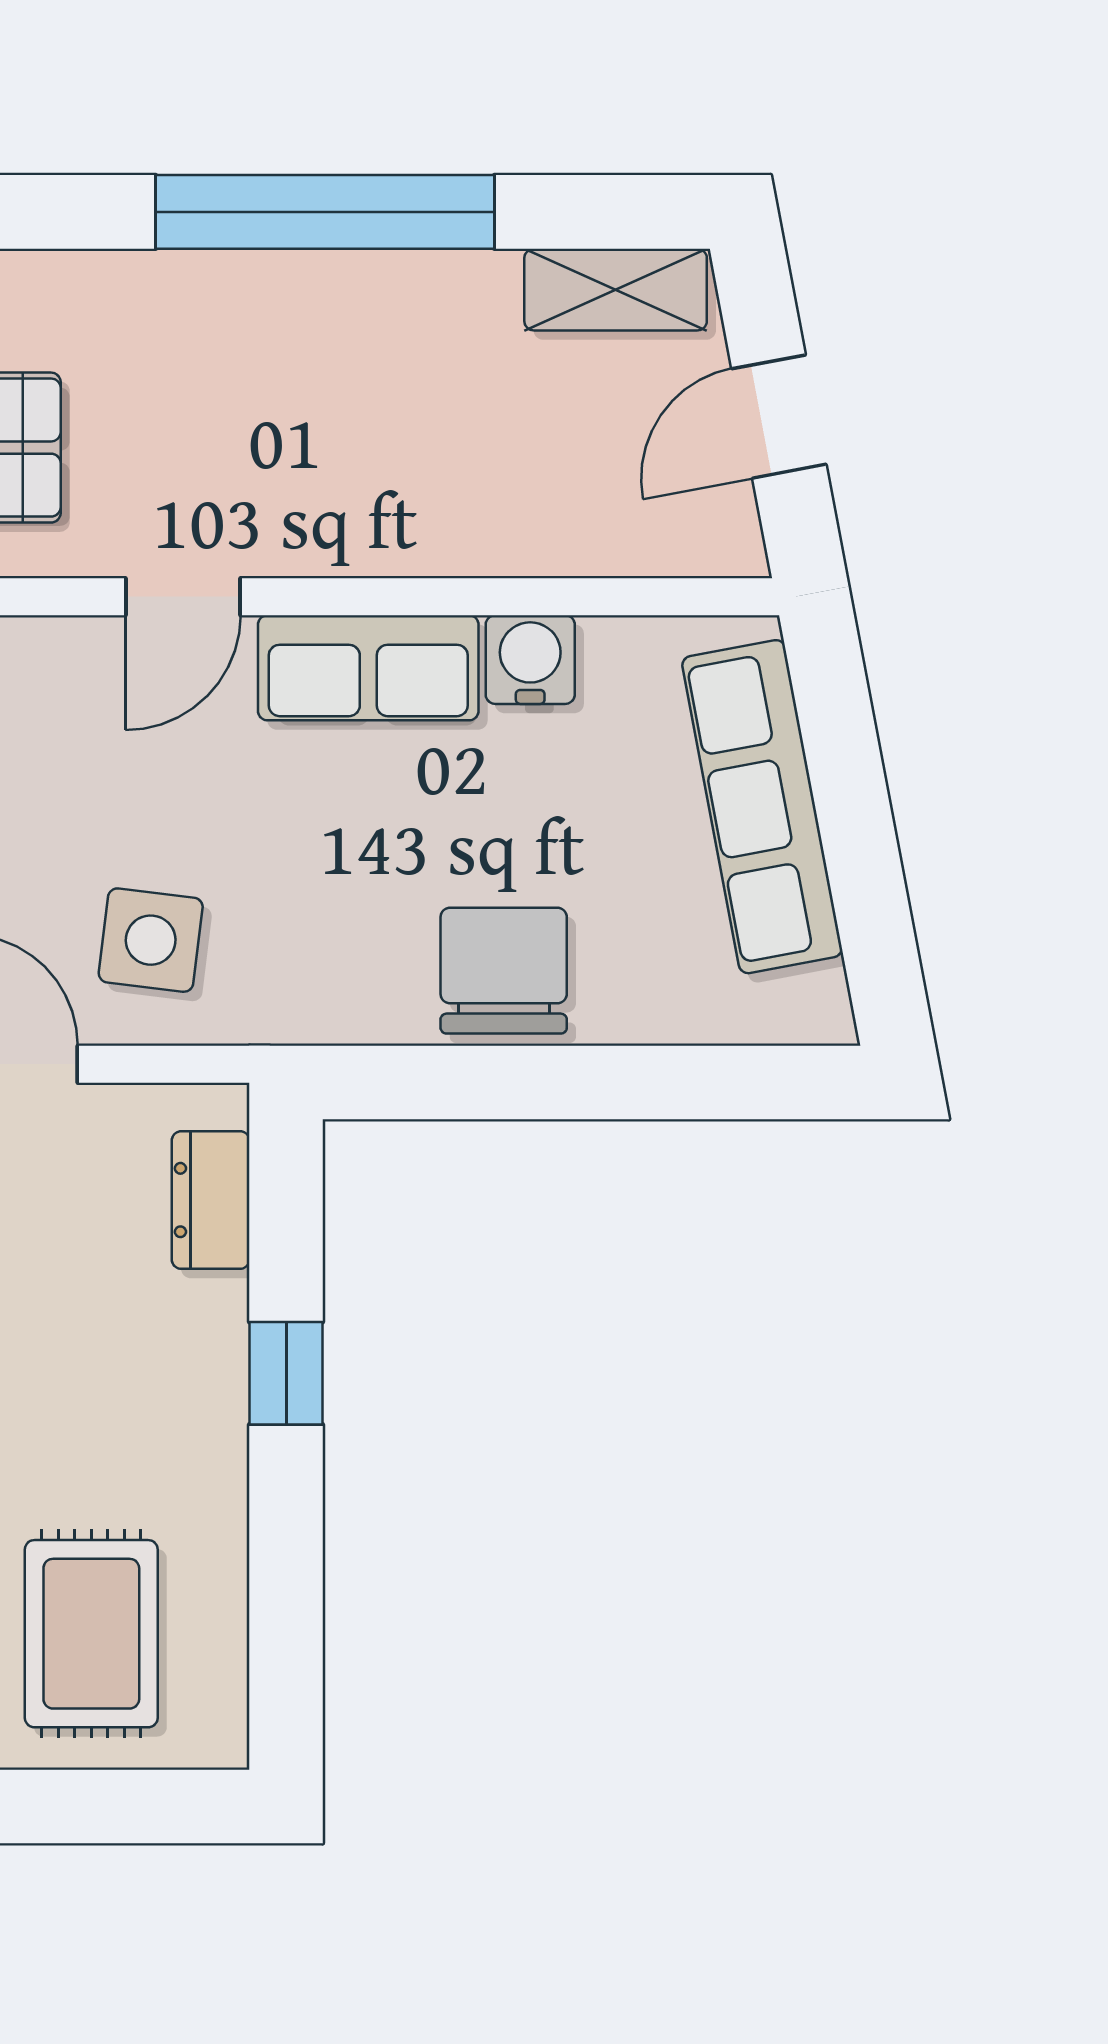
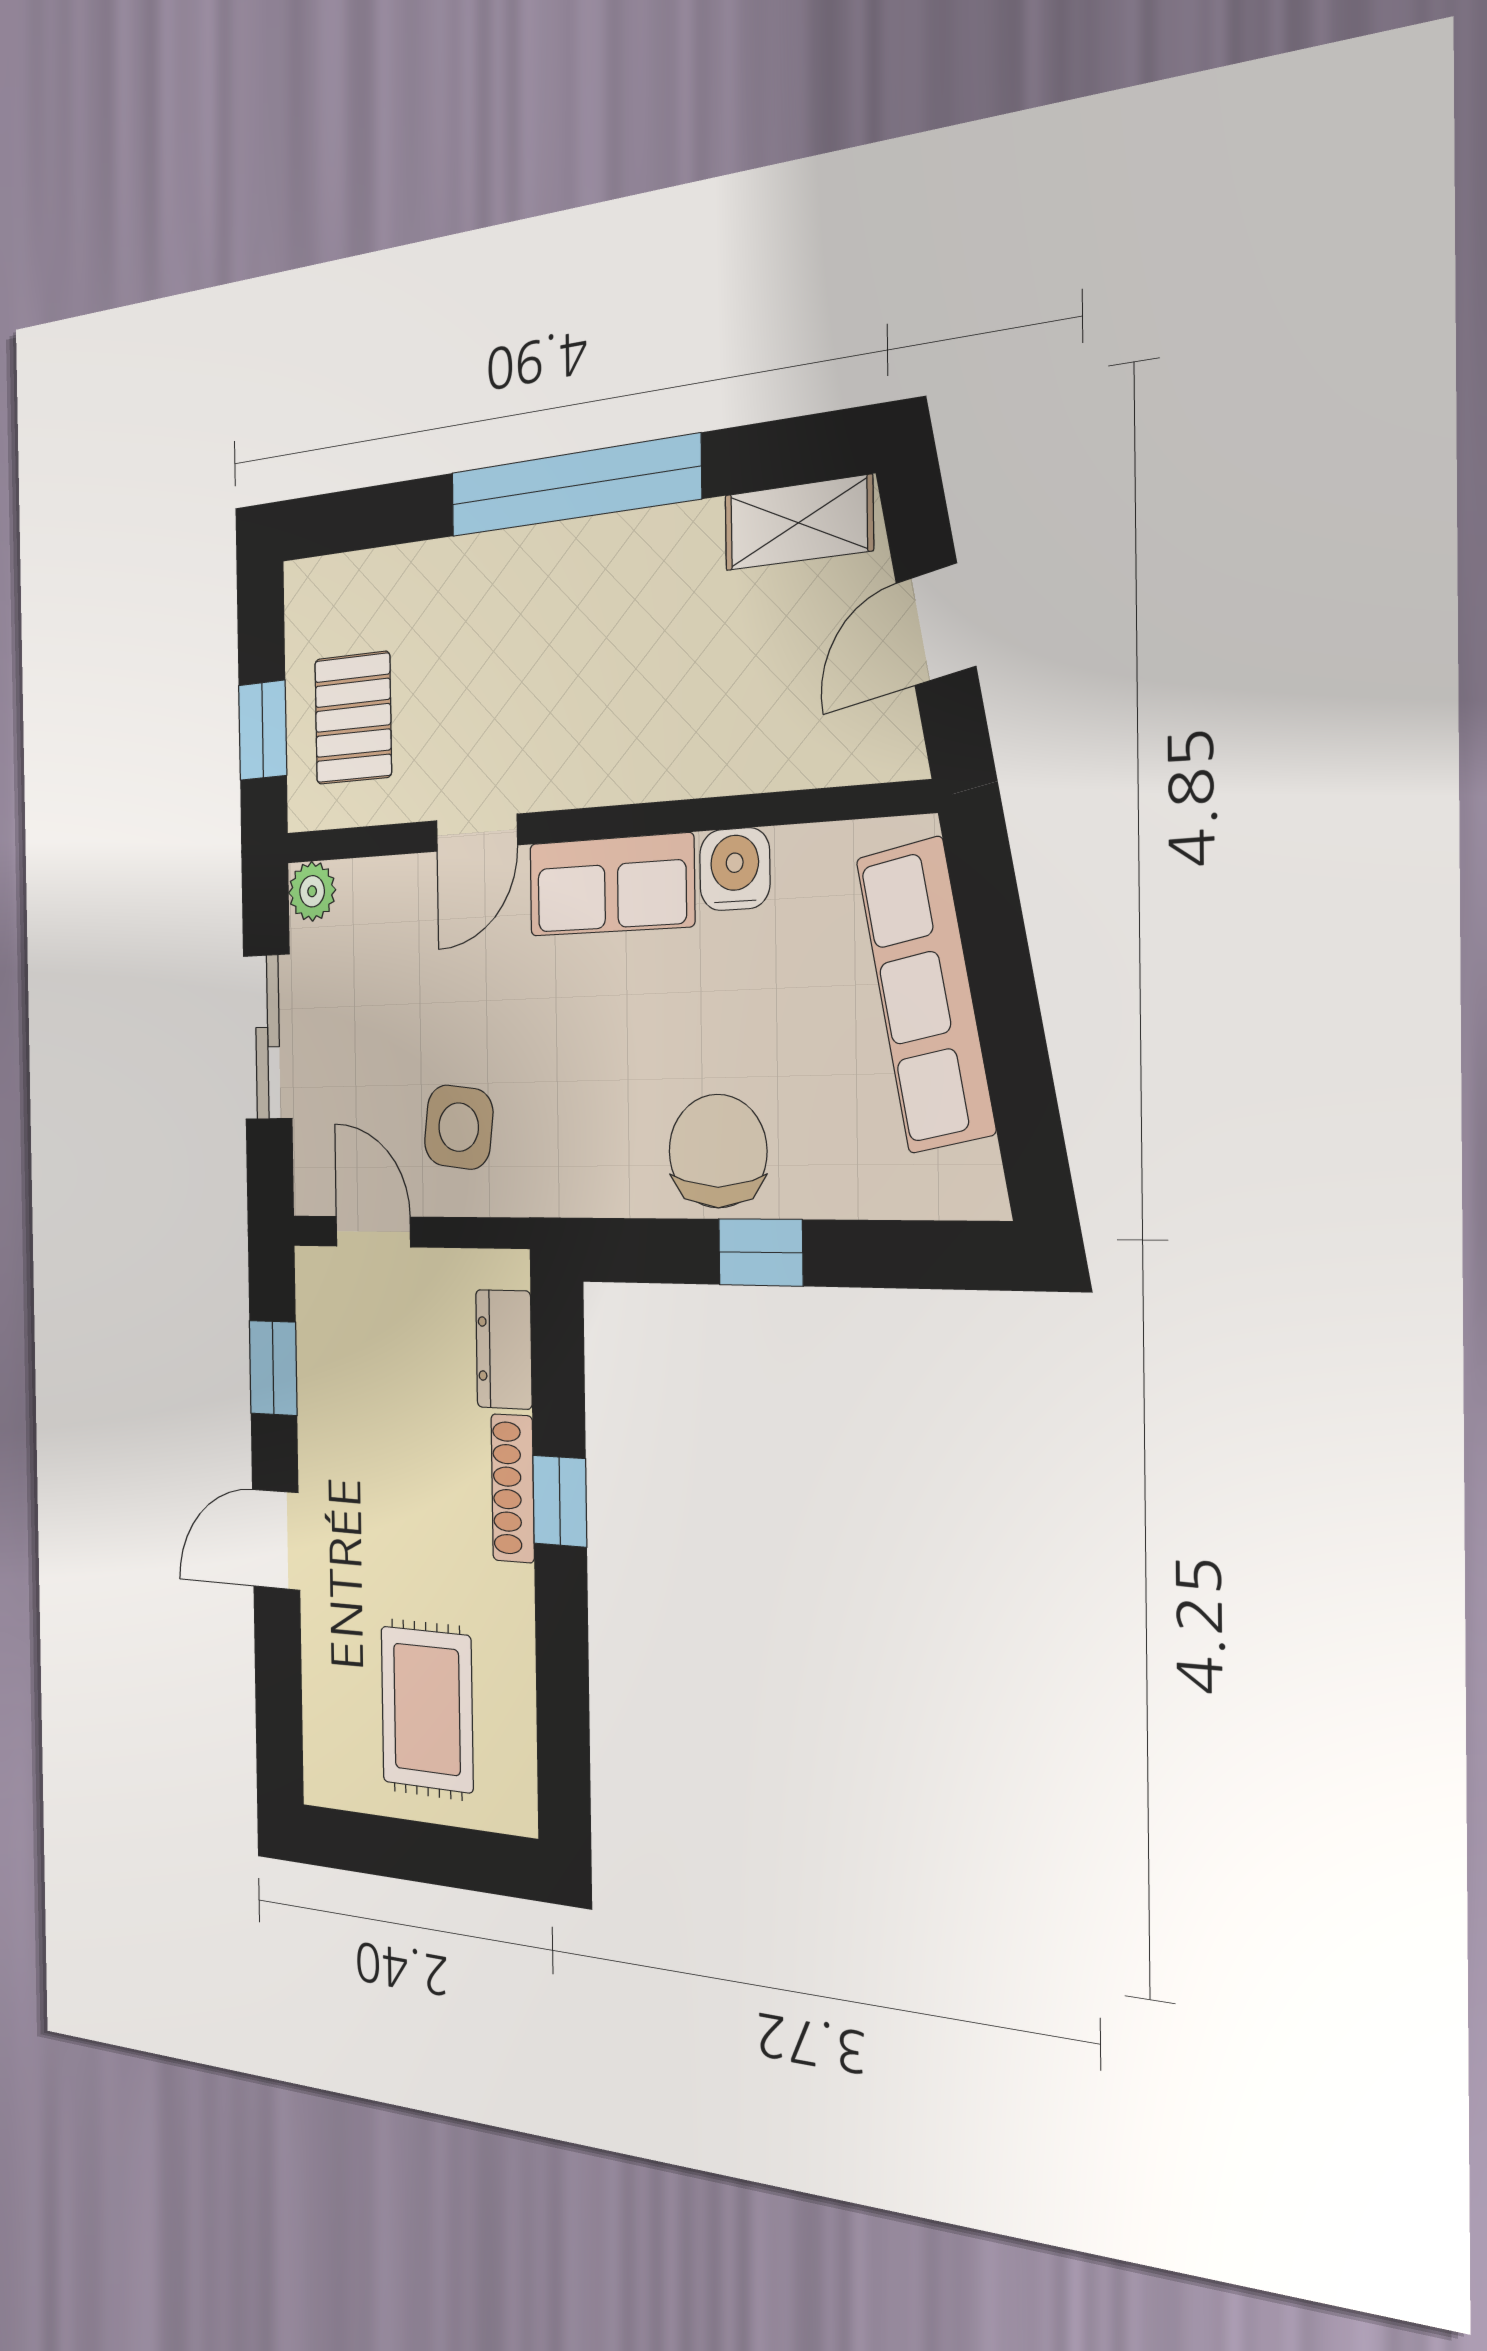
window: (557, 1083) -> (761, 1252), added
shoe rack: (220, 1362) -> (513, 1488), added

